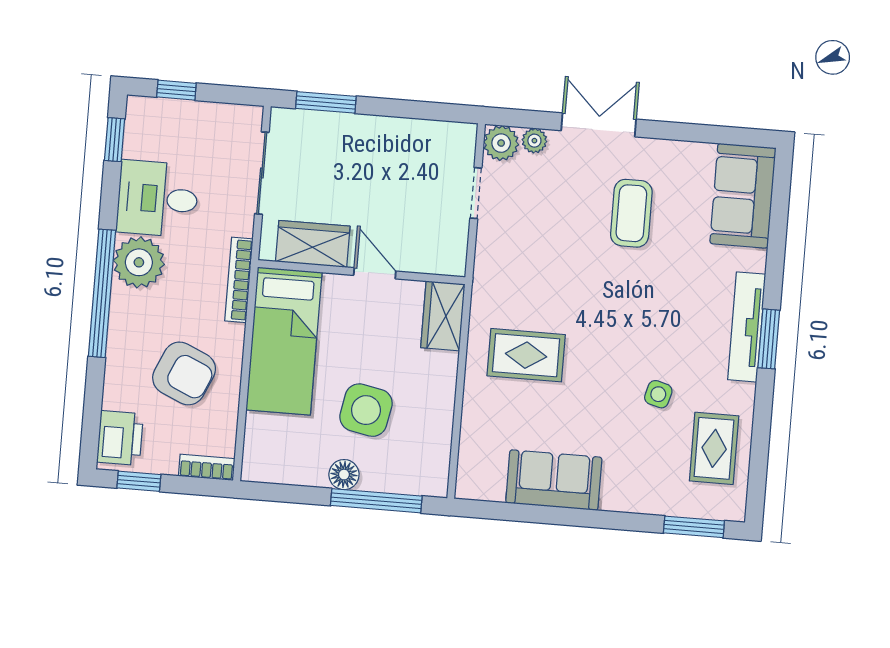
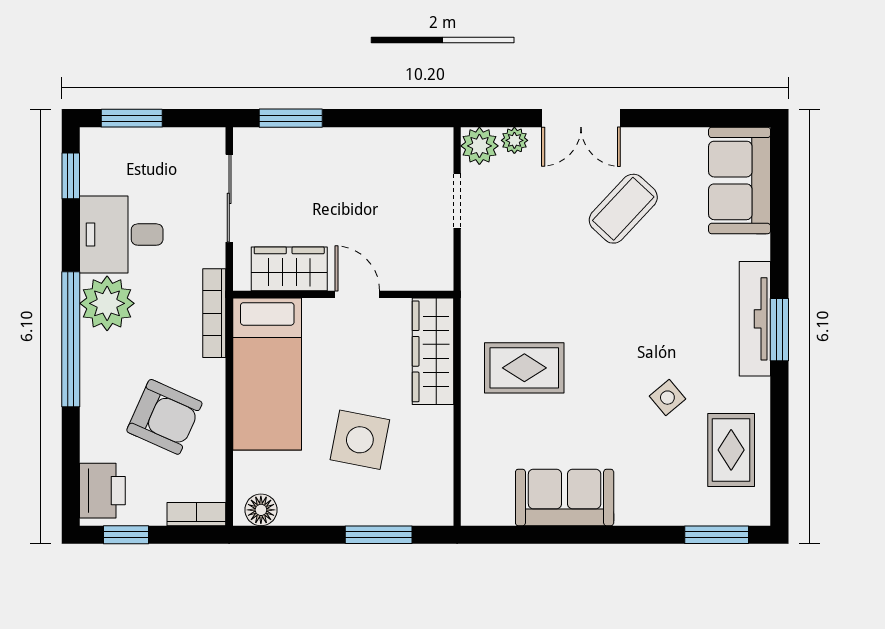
window: (176, 90) -> (132, 118), width x1.50
double door: (599, 125) -> (581, 118), swing flipped
coffee table: (631, 213) -> (623, 209), turned 43
wardrobe: (443, 316) -> (433, 351), width x1.50
side table: (658, 394) -> (667, 398), turned 35
floor lamp: (344, 475) -> (261, 510), moved
window: (376, 501) -> (379, 535), width x0.69

